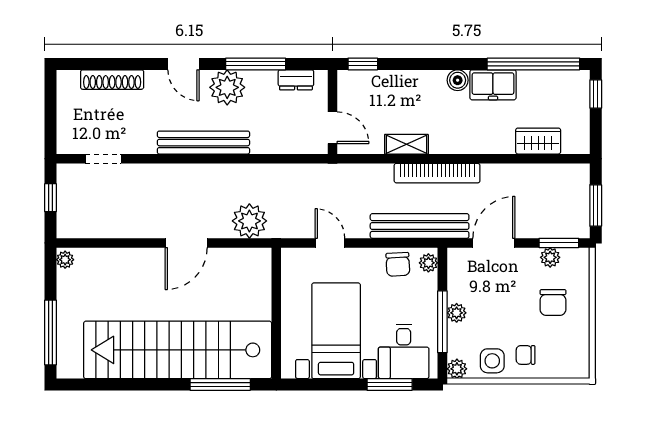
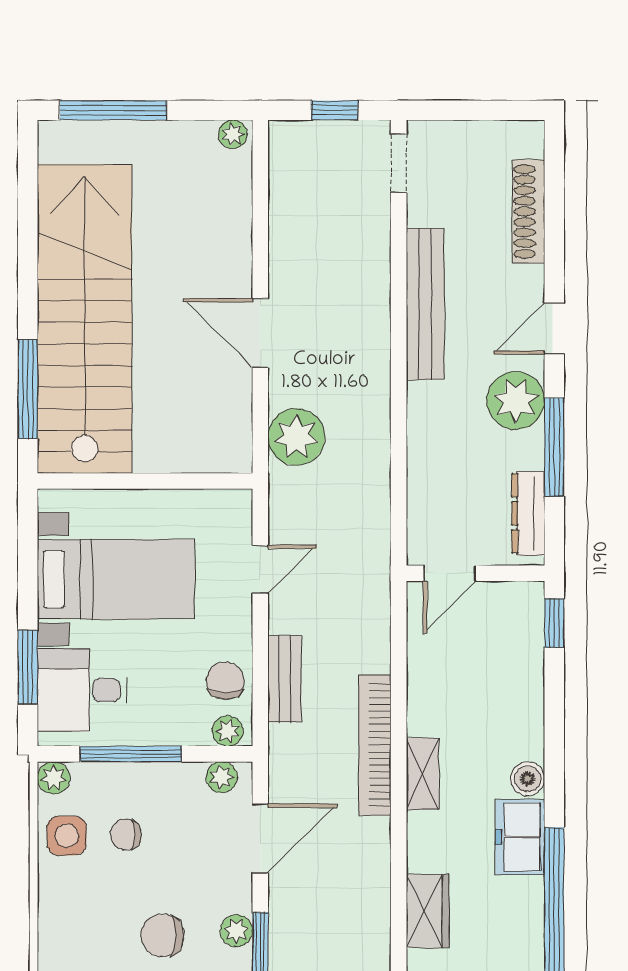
dresser: (296, 80) -> (528, 513), width x1.44
bench: (203, 143) -> (425, 304), moved
shelving: (406, 144) -> (422, 774), moved
doorway: (103, 159) -> (399, 163), moved
bench: (420, 226) -> (285, 679), width x0.54, depth x0.82
door: (494, 243) -> (260, 838), hinge flipped
chair: (398, 264) -> (225, 681), turned 93
plant: (457, 313) -> (222, 777), moved
chair: (526, 355) -> (126, 834), moved, turned -90

